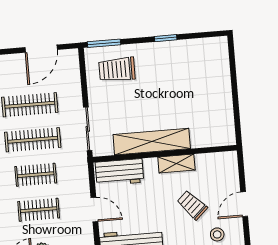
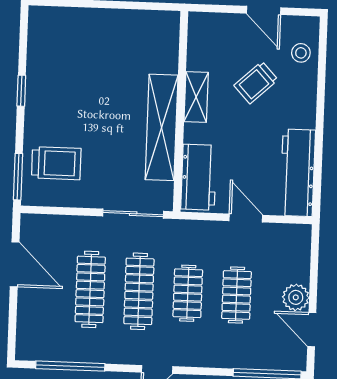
trolley: (117, 69) -> (56, 163), turned -90
door: (94, 210) -> (246, 218), hinge flipped

